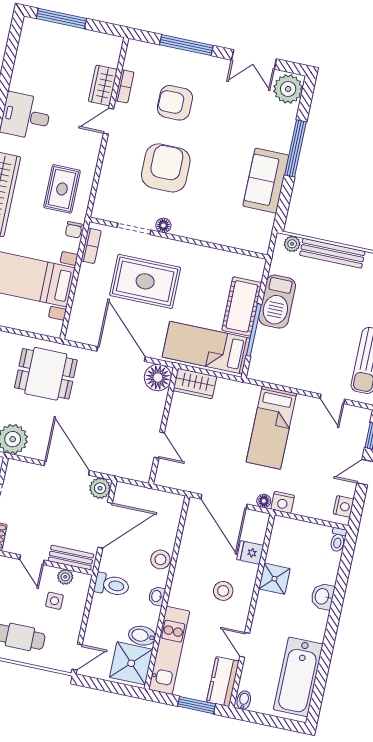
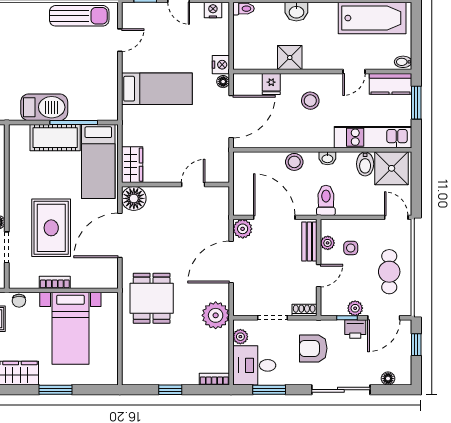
chair: (74, 230) -> (19, 301), turned 90
bookcase: (91, 246) -> (55, 282), moved

